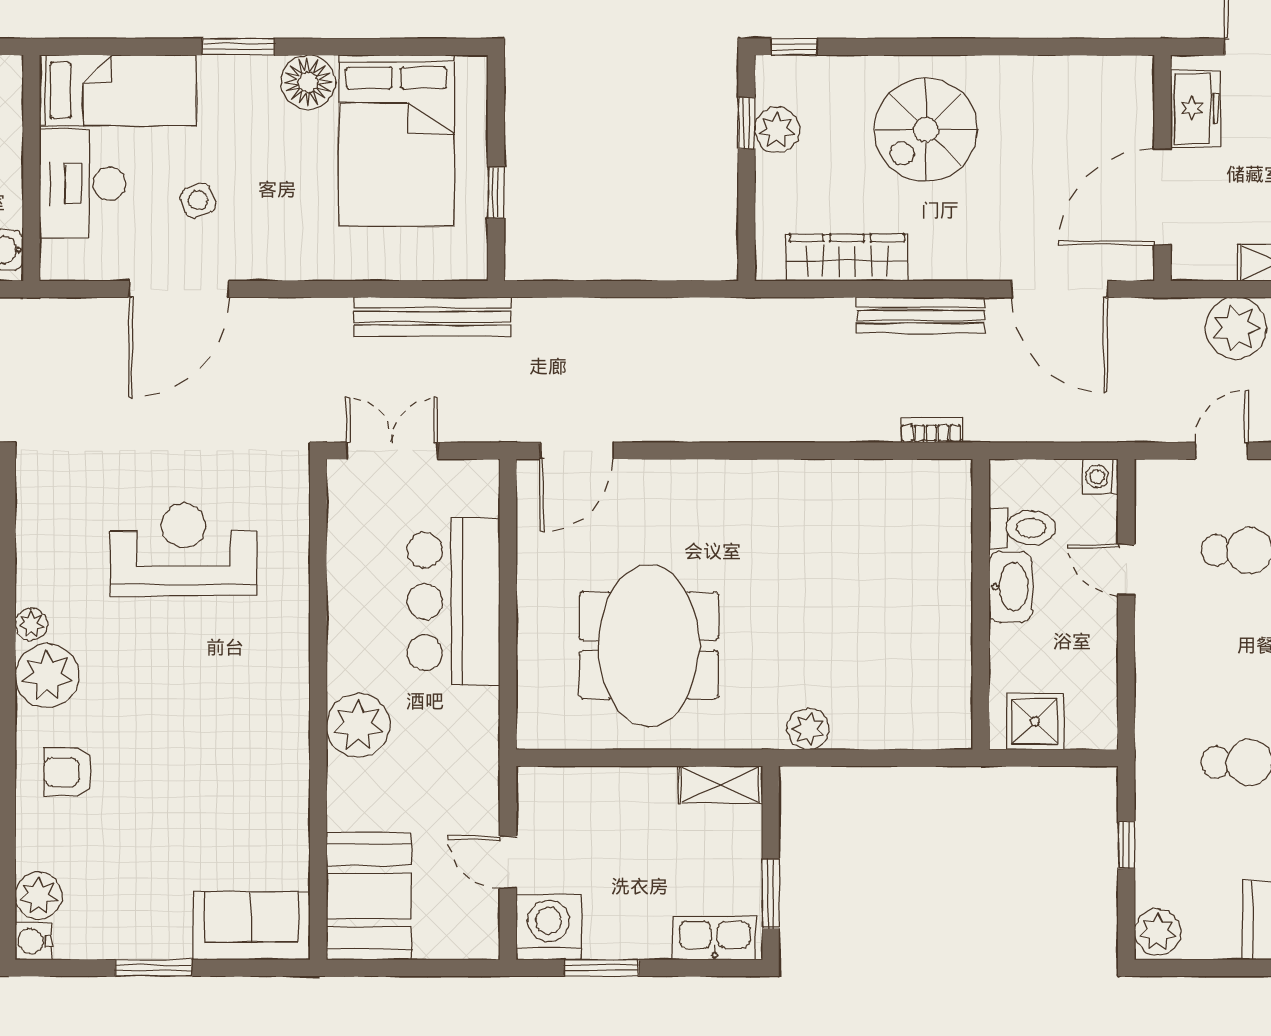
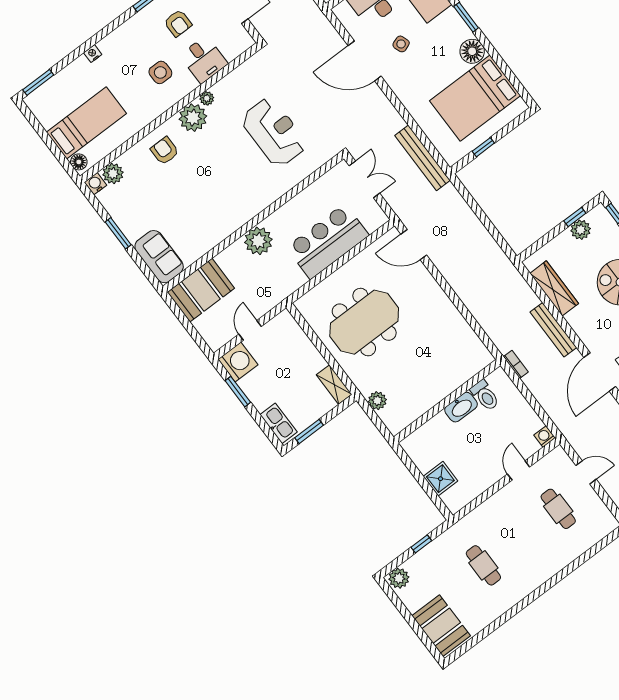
toilet: (1022, 528) -> (485, 395), moved
washbasin: (1011, 587) -> (461, 407), moved
wall: (981, 604) -> (447, 401), moved

